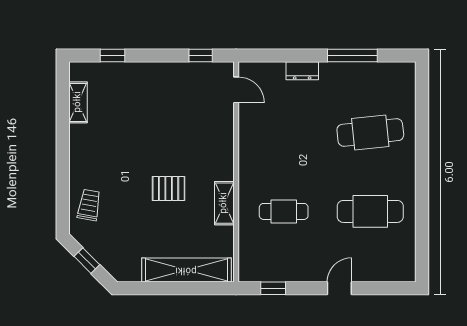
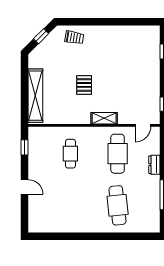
shelving: (78, 102) -> (135, 31), removed
shelving: (224, 203) -> (104, 118), moved
cafe table: (370, 211) -> (118, 154), moved

